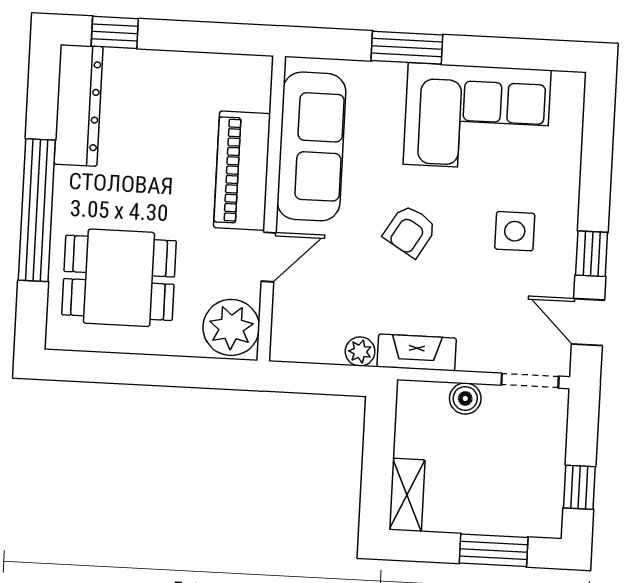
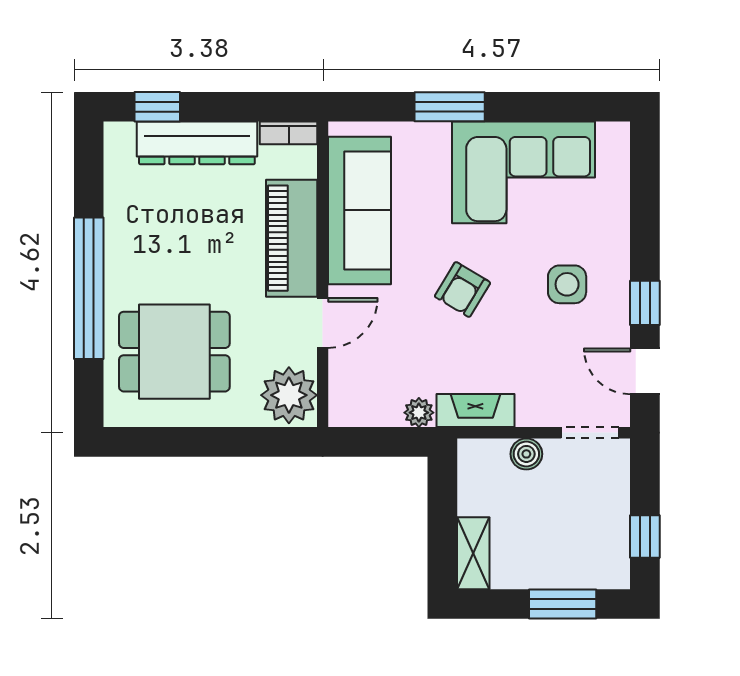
bookcase: (245, 65) -> (289, 133), added
dresser: (79, 105) -> (197, 143), moved, turned 90

